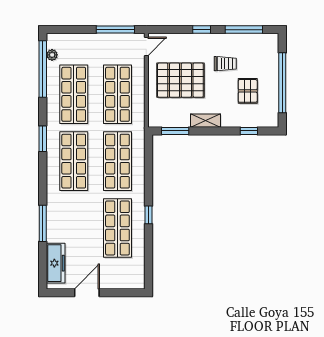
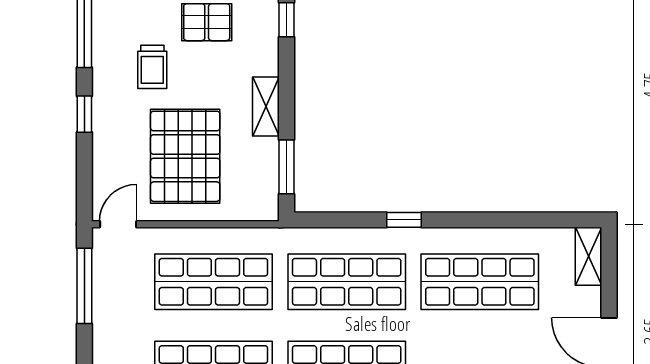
door: (146, 46) -> (118, 224), hinge flipped
trolley: (225, 64) -> (152, 67), turned 180
window: (149, 215) -> (404, 220), moved
shelving: (130, 282) -> (589, 256), added

